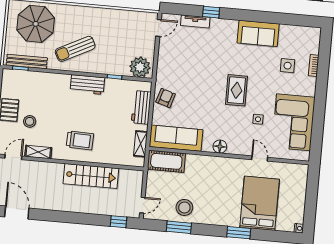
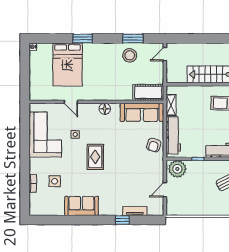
door: (158, 28) -> (165, 190), moved
workbench: (141, 107) -> (173, 135), width x1.38
window: (118, 222) -> (184, 38), removed

